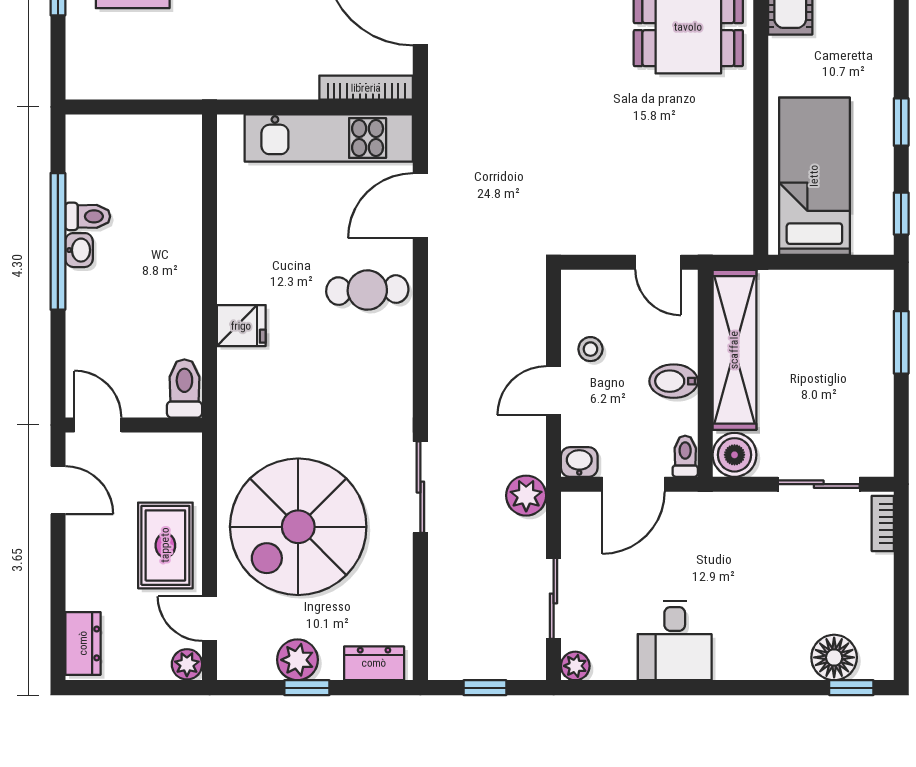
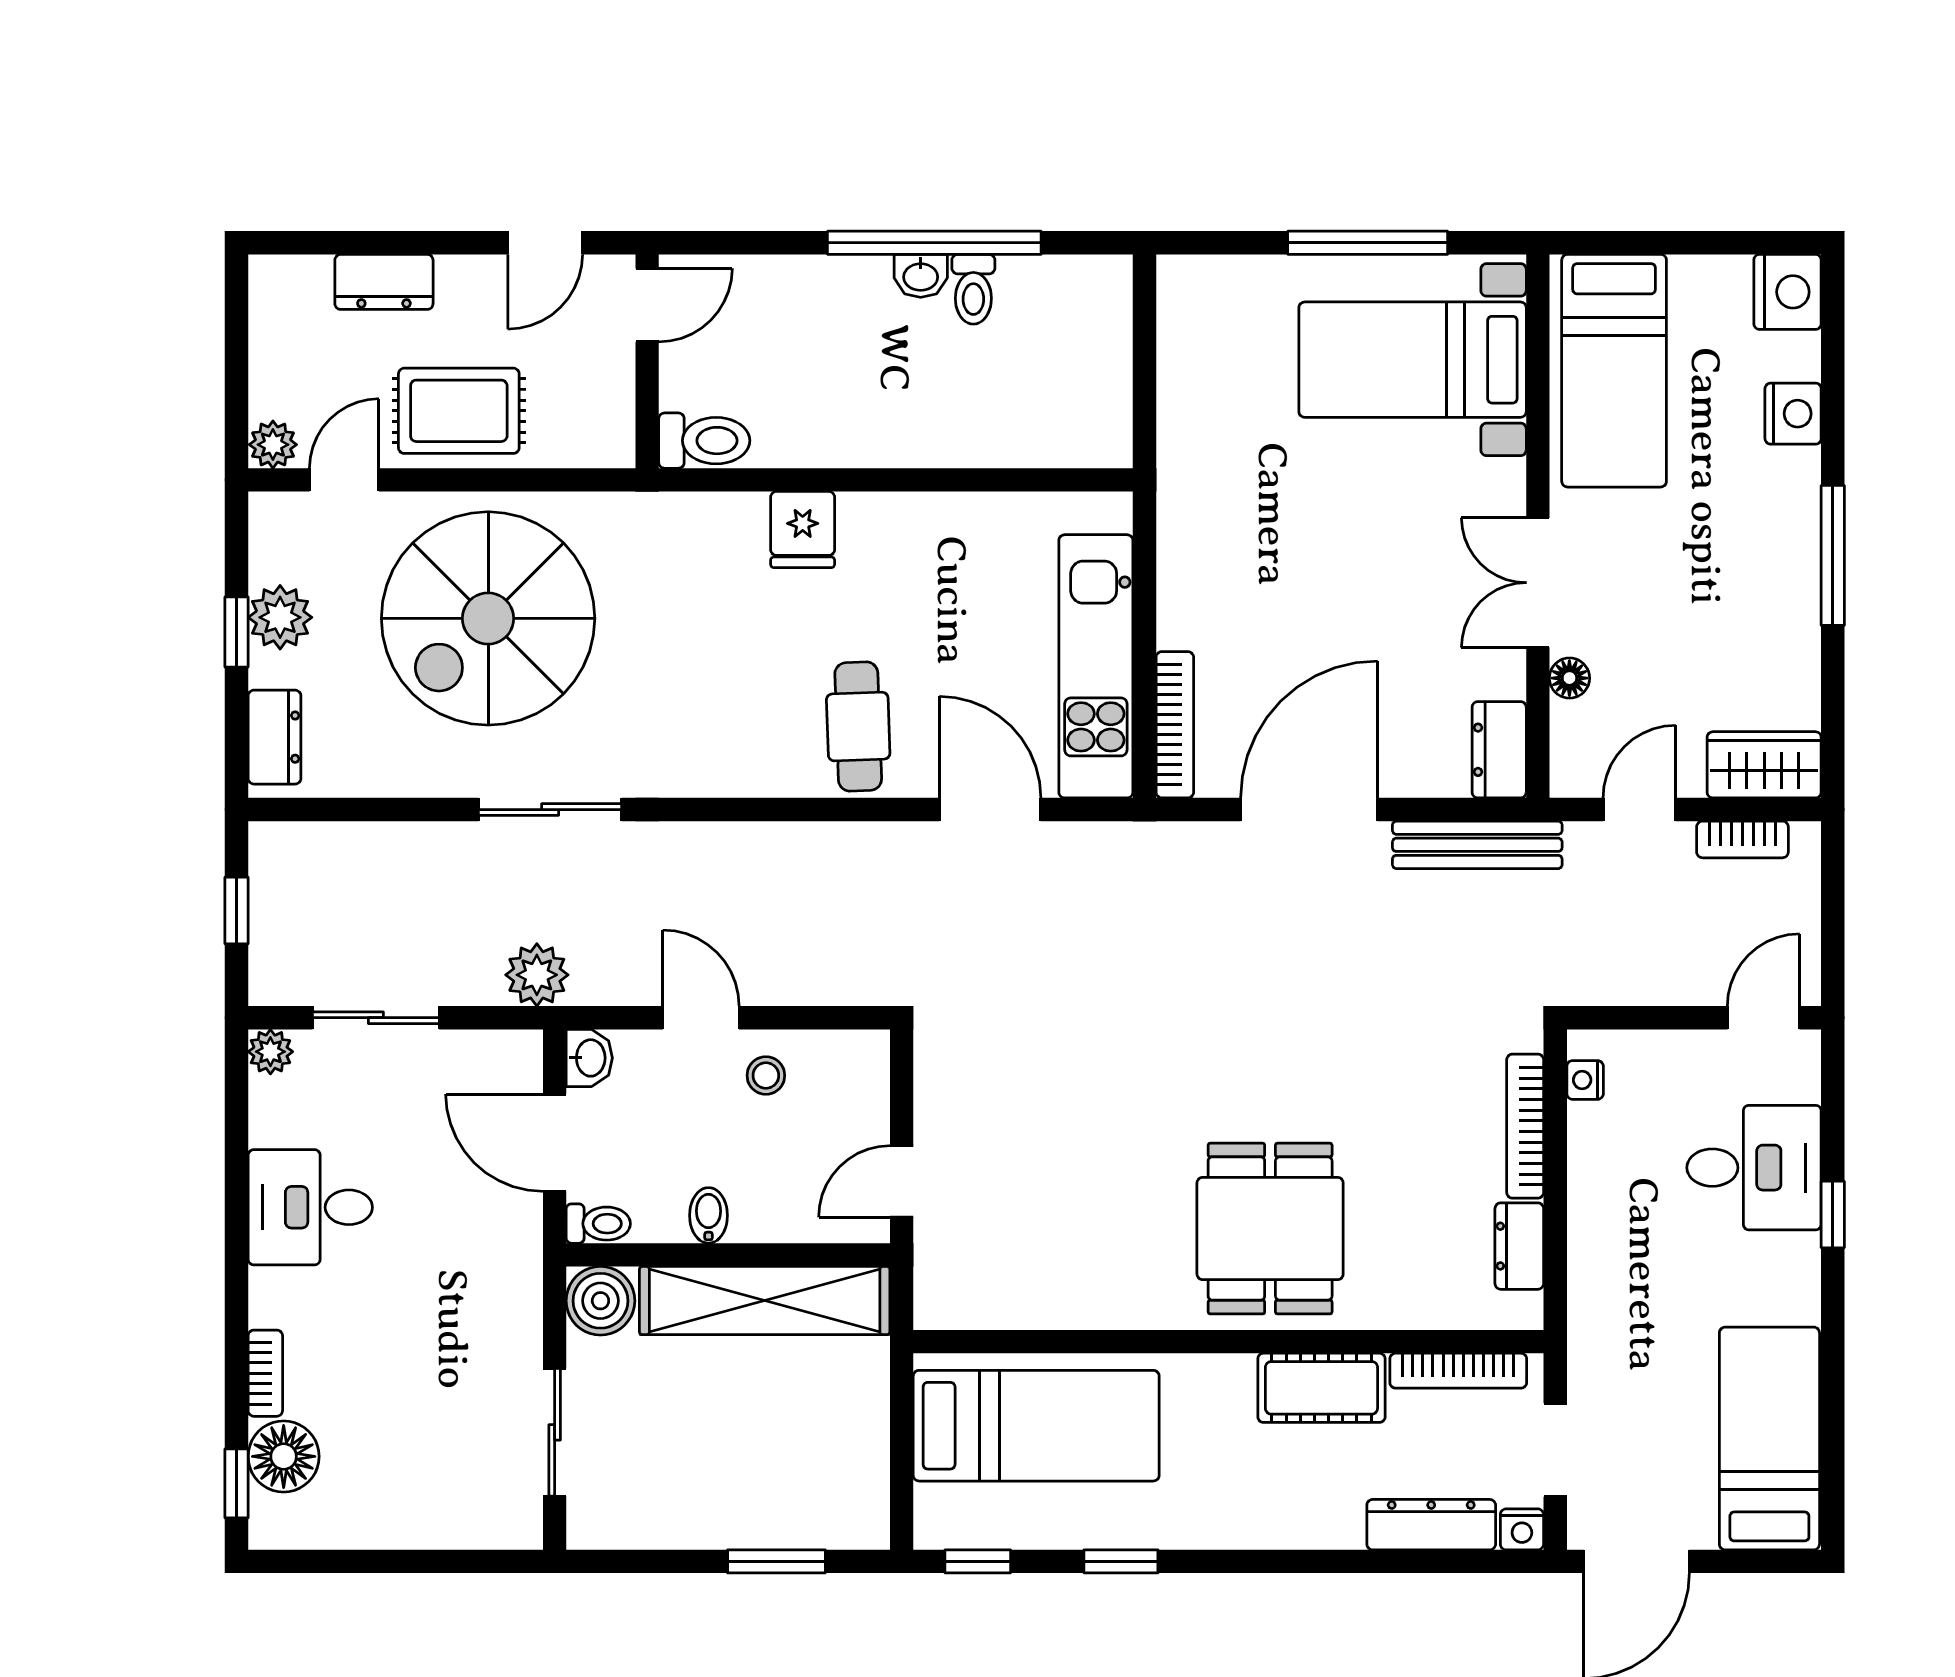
bidet: (674, 381) -> (708, 1215), width x0.72, depth x0.74
bookcase: (883, 523) -> (265, 1373), moved, turned 90
spiral stairs: (298, 527) -> (488, 618), turned -90
dresser: (83, 643) -> (384, 282), moved

